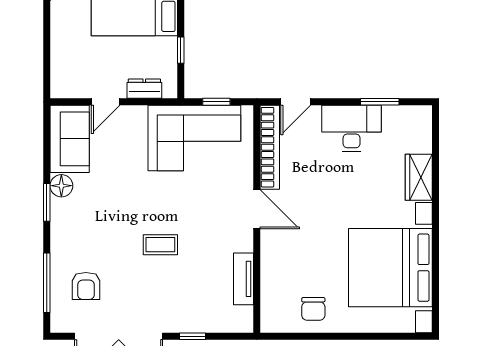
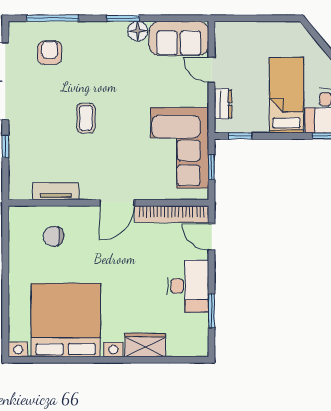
window: (181, 50) -> (240, 136), moved
armchair: (86, 286) -> (50, 53), turned 90
chair: (313, 309) -> (54, 236), moved

